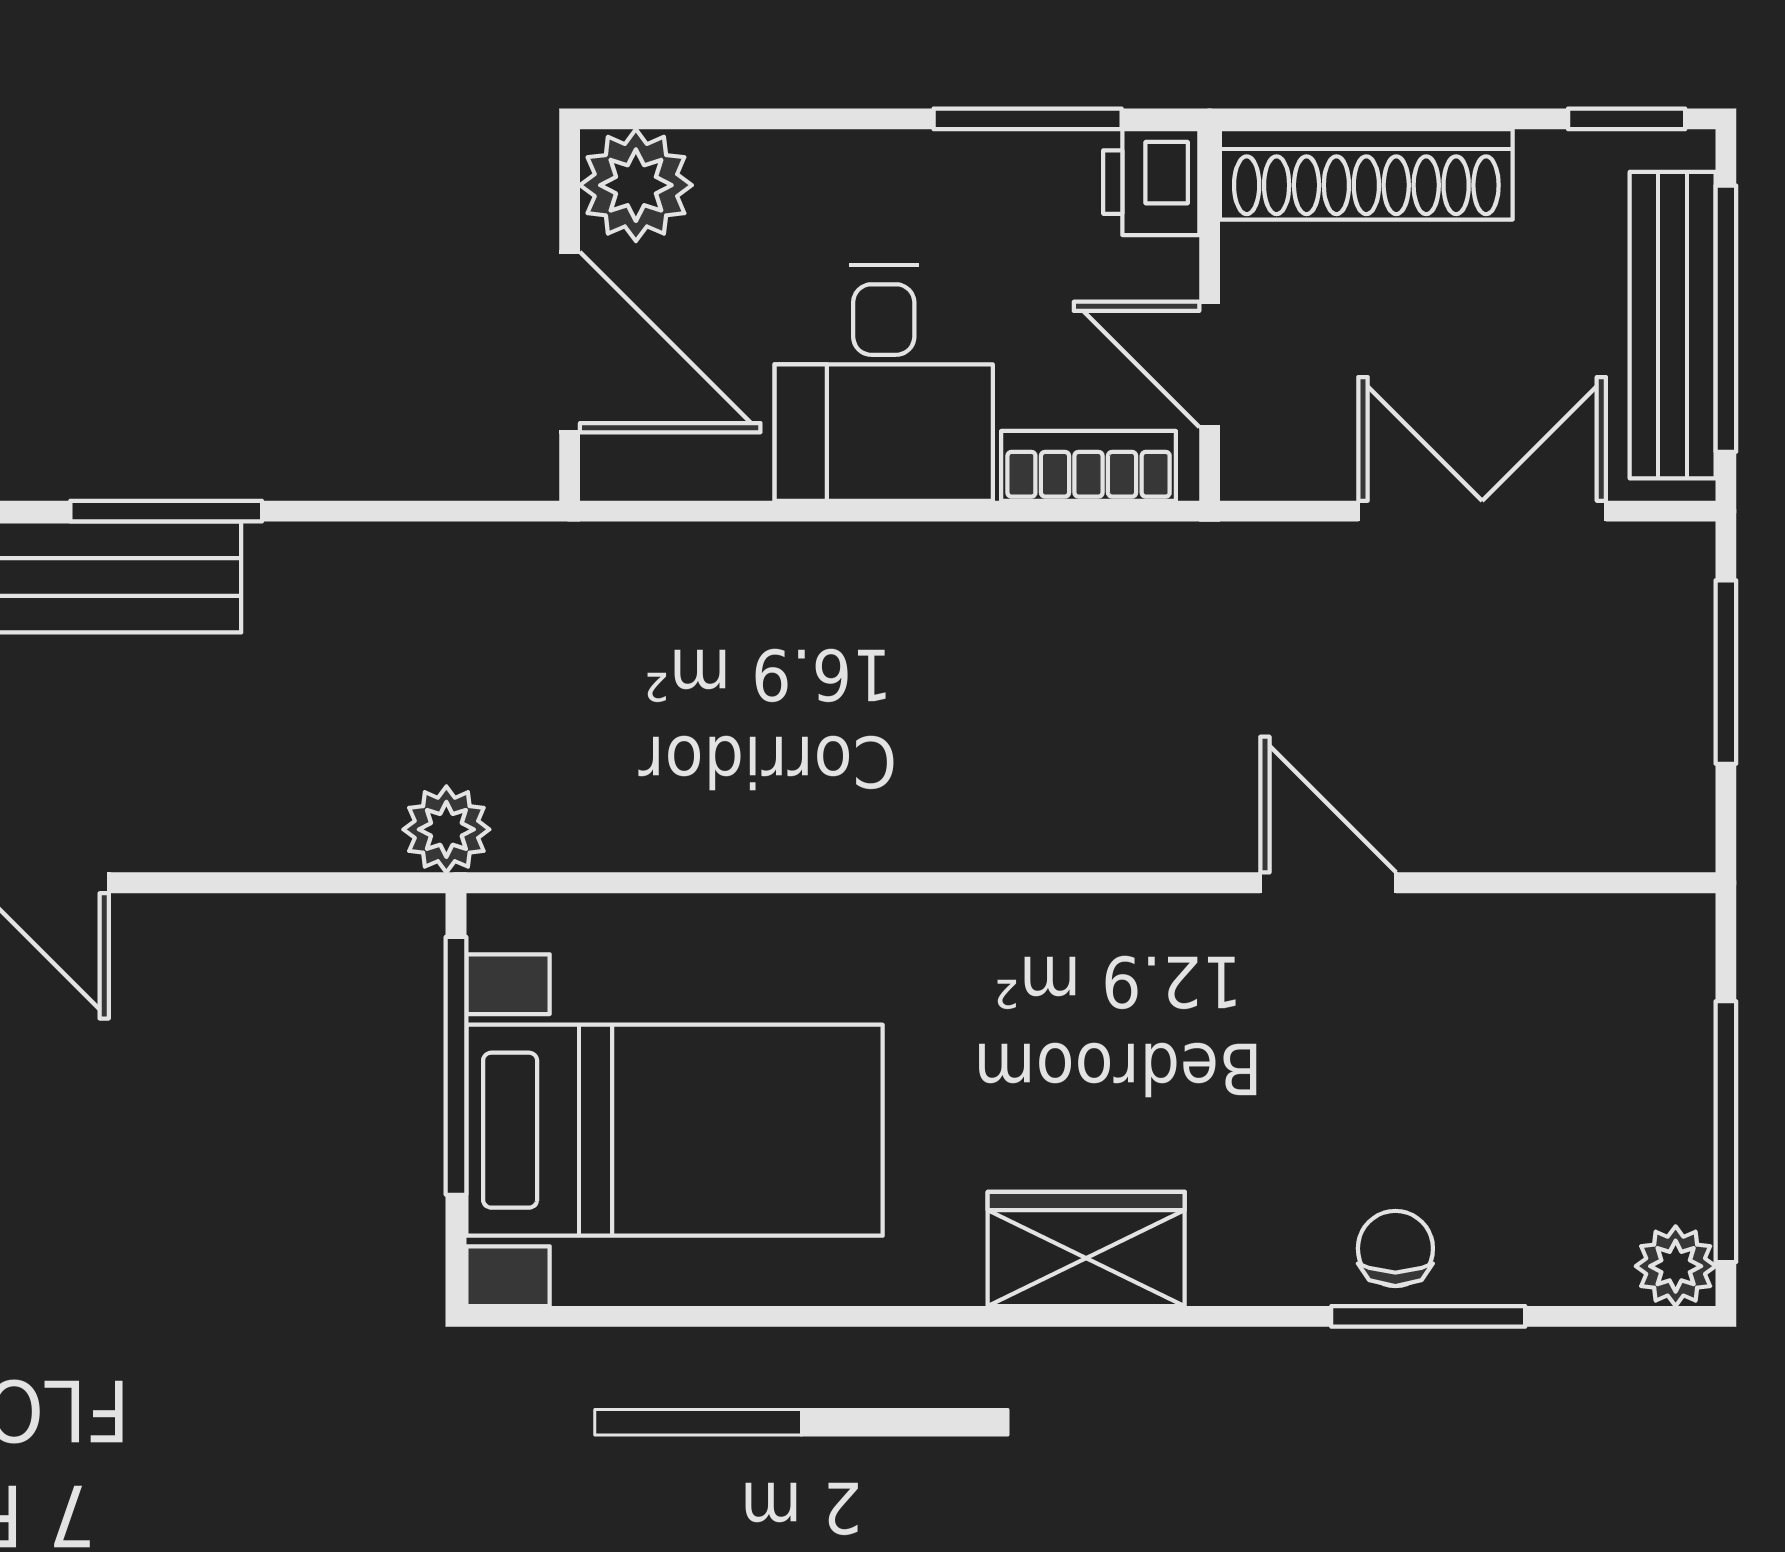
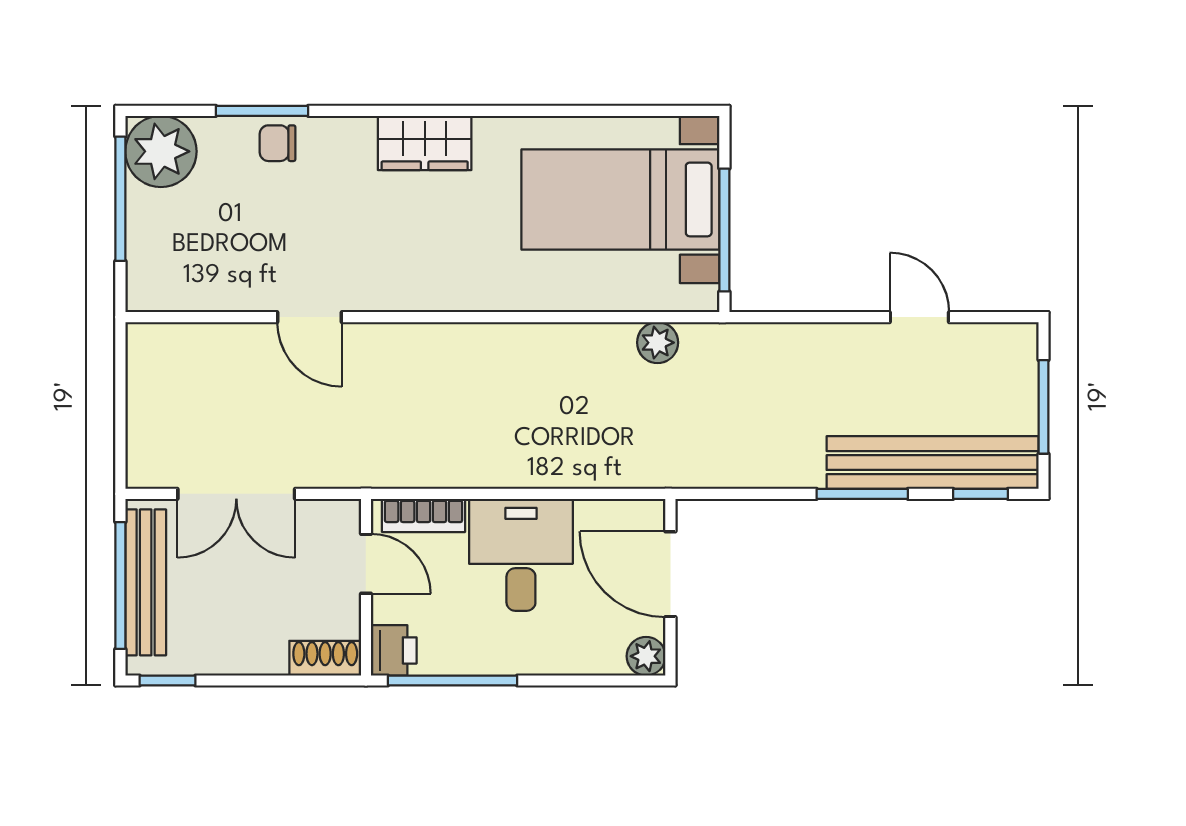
window: (1028, 119) -> (452, 680), width x1.44
shoe rack: (1366, 174) -> (325, 658), width x0.51, depth x0.81
plant: (636, 185) -> (646, 656), width x0.73, depth x0.73
window: (1726, 672) -> (120, 417), removed
plant: (446, 829) -> (658, 343), moved
chair: (1395, 1248) -> (278, 143), turned 90
plant: (1676, 1266) -> (161, 151), width x1.87, depth x1.87

